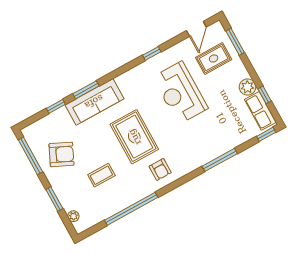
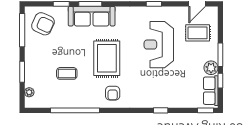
window: (235, 42) -> (220, 55), moved
armchair: (61, 154) -> (43, 24), moved
window: (220, 160) -> (161, 110), width x0.46

